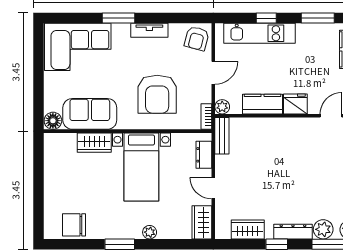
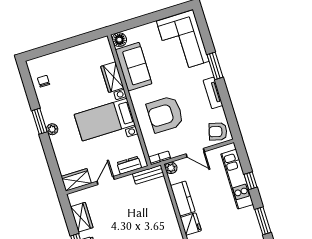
chair: (74, 225) -> (44, 81), width x0.54, depth x0.54
plant: (150, 232) -> (52, 129), moved

